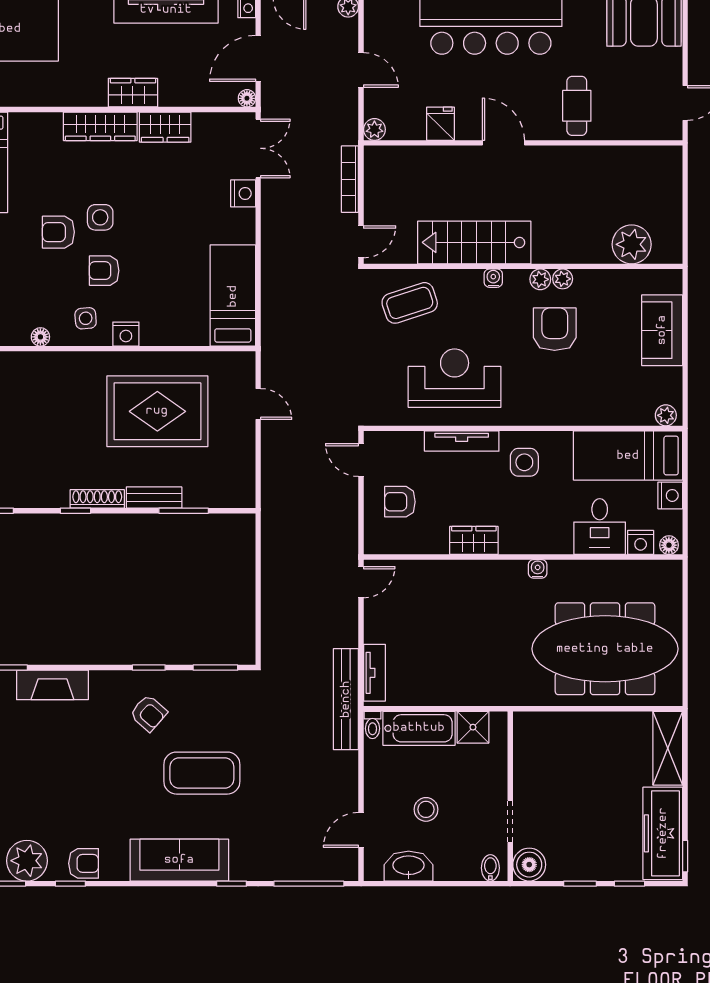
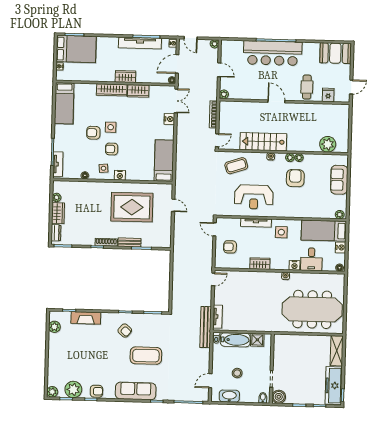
fridge: (440, 124) -> (328, 95), moved
reception desk: (455, 378) -> (254, 197), turned 180
nightstand: (641, 542) -> (294, 265), moved

